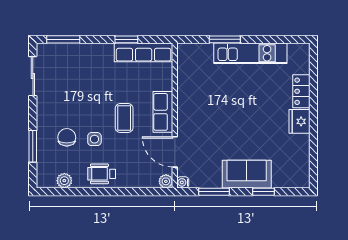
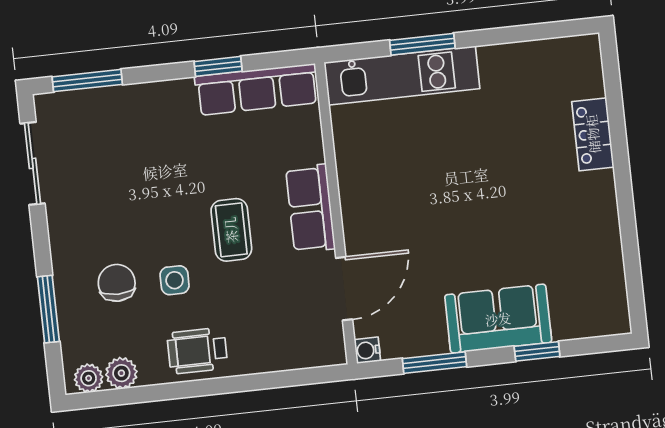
kitchen unit: (250, 53) -> (402, 75), moved
fridge: (299, 121) -> (596, 197), removed
door: (175, 152) -> (344, 289), swing flipped
plant: (166, 181) -> (89, 378), moved

